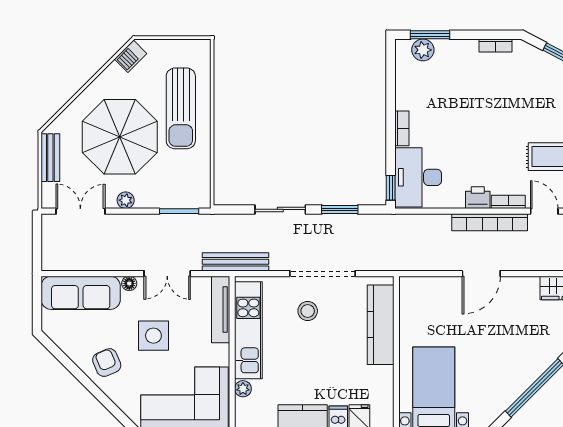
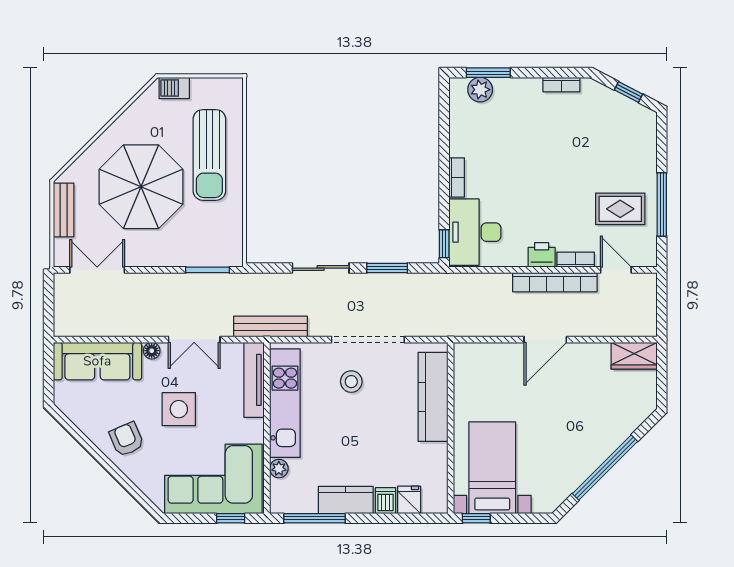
barbecue: (131, 56) -> (174, 88), moved, turned 45
plant: (126, 200) -> (148, 258), removed

